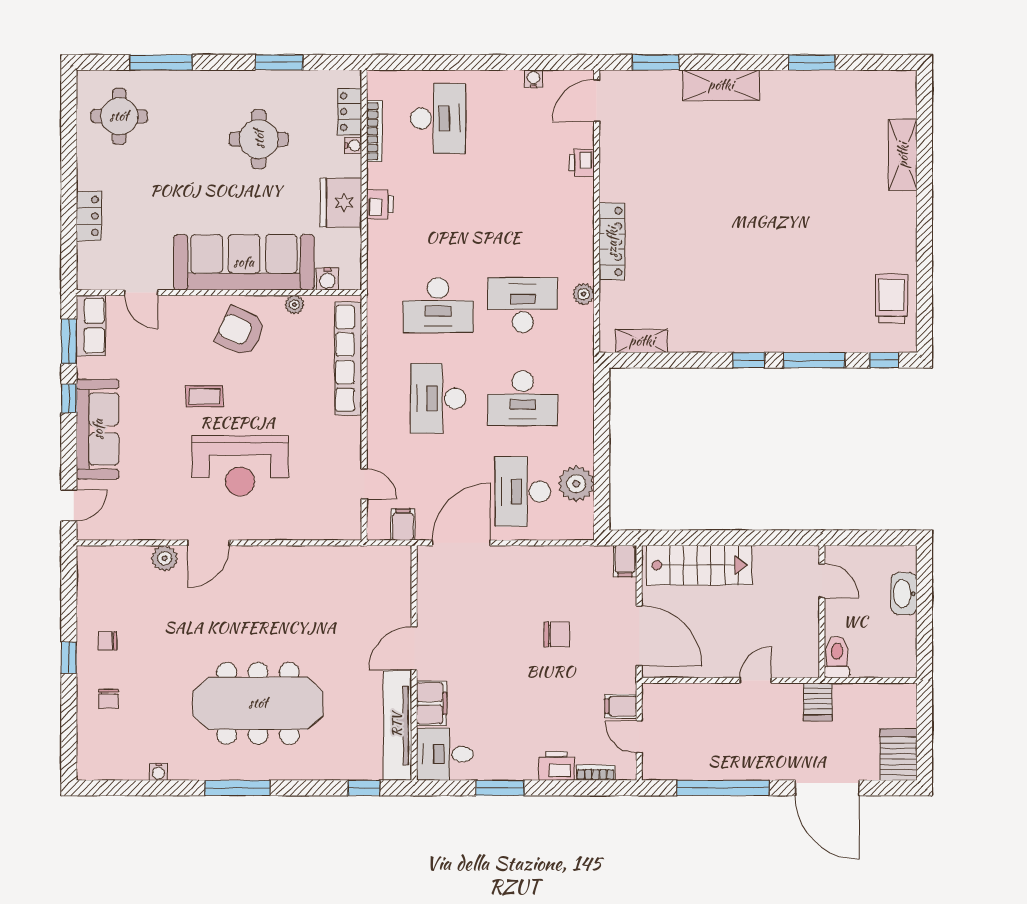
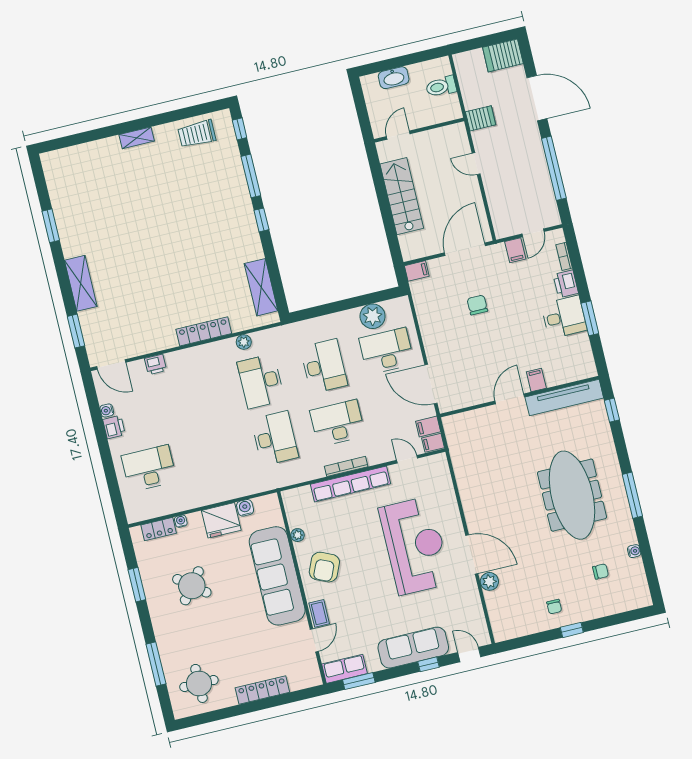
bookcase: (374, 131) -> (346, 466), moved
round table: (259, 139) -> (192, 586), turned 38
shelving: (903, 155) -> (137, 138), moved, width x0.67, depth x0.75
printer: (380, 204) -> (114, 427), moved, turned 90
locker: (89, 216) -> (262, 690), width x1.53
water cooler: (327, 279) -> (245, 508), moved, turned -90
shelving: (642, 341) -> (261, 287), width x1.50, depth x1.33
row of seats: (348, 358) -> (351, 484), moved
coffee table: (204, 396) -> (319, 613), moved
window: (69, 398) -> (428, 664), moved
desk: (438, 398) -> (337, 423), turned 180
reception desk: (240, 466) -> (415, 546), width x1.36, depth x1.30
door: (364, 484) -> (407, 459), hinge flipped
desk: (523, 492) -> (387, 351), turned 180
filing cabinet: (378, 526) -> (433, 443), added
door: (209, 543) -> (472, 554), width x1.36
stairs: (699, 565) -> (402, 196), moved
door: (414, 648) -> (510, 399), swing flipped
toilet: (837, 657) -> (441, 87), moved
chair: (109, 699) -> (601, 571), moved
filing cabinet: (432, 703) -> (536, 380), width x0.50
desk: (445, 754) -> (564, 317), moved, turned -90
door: (827, 788) -> (537, 98), hinge flipped

